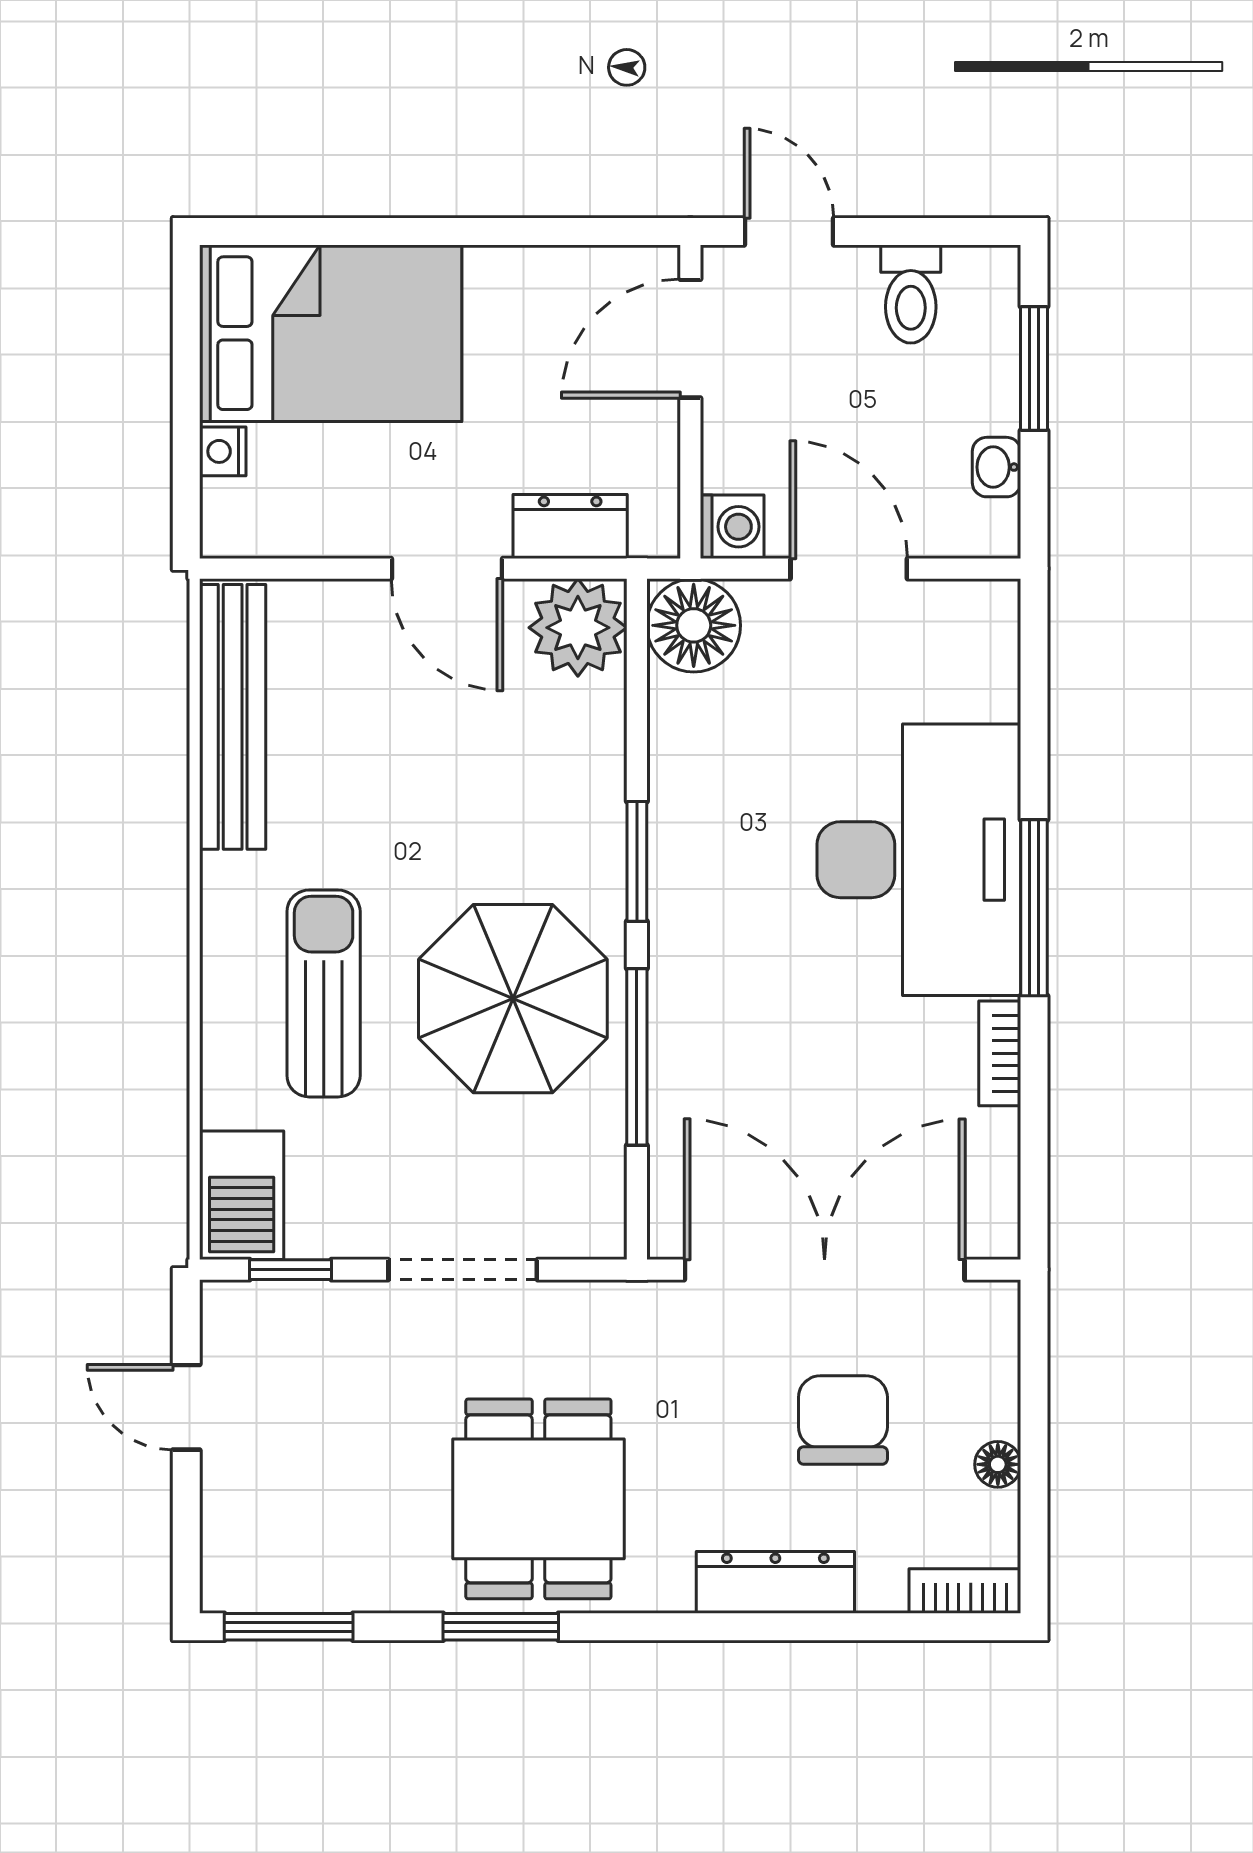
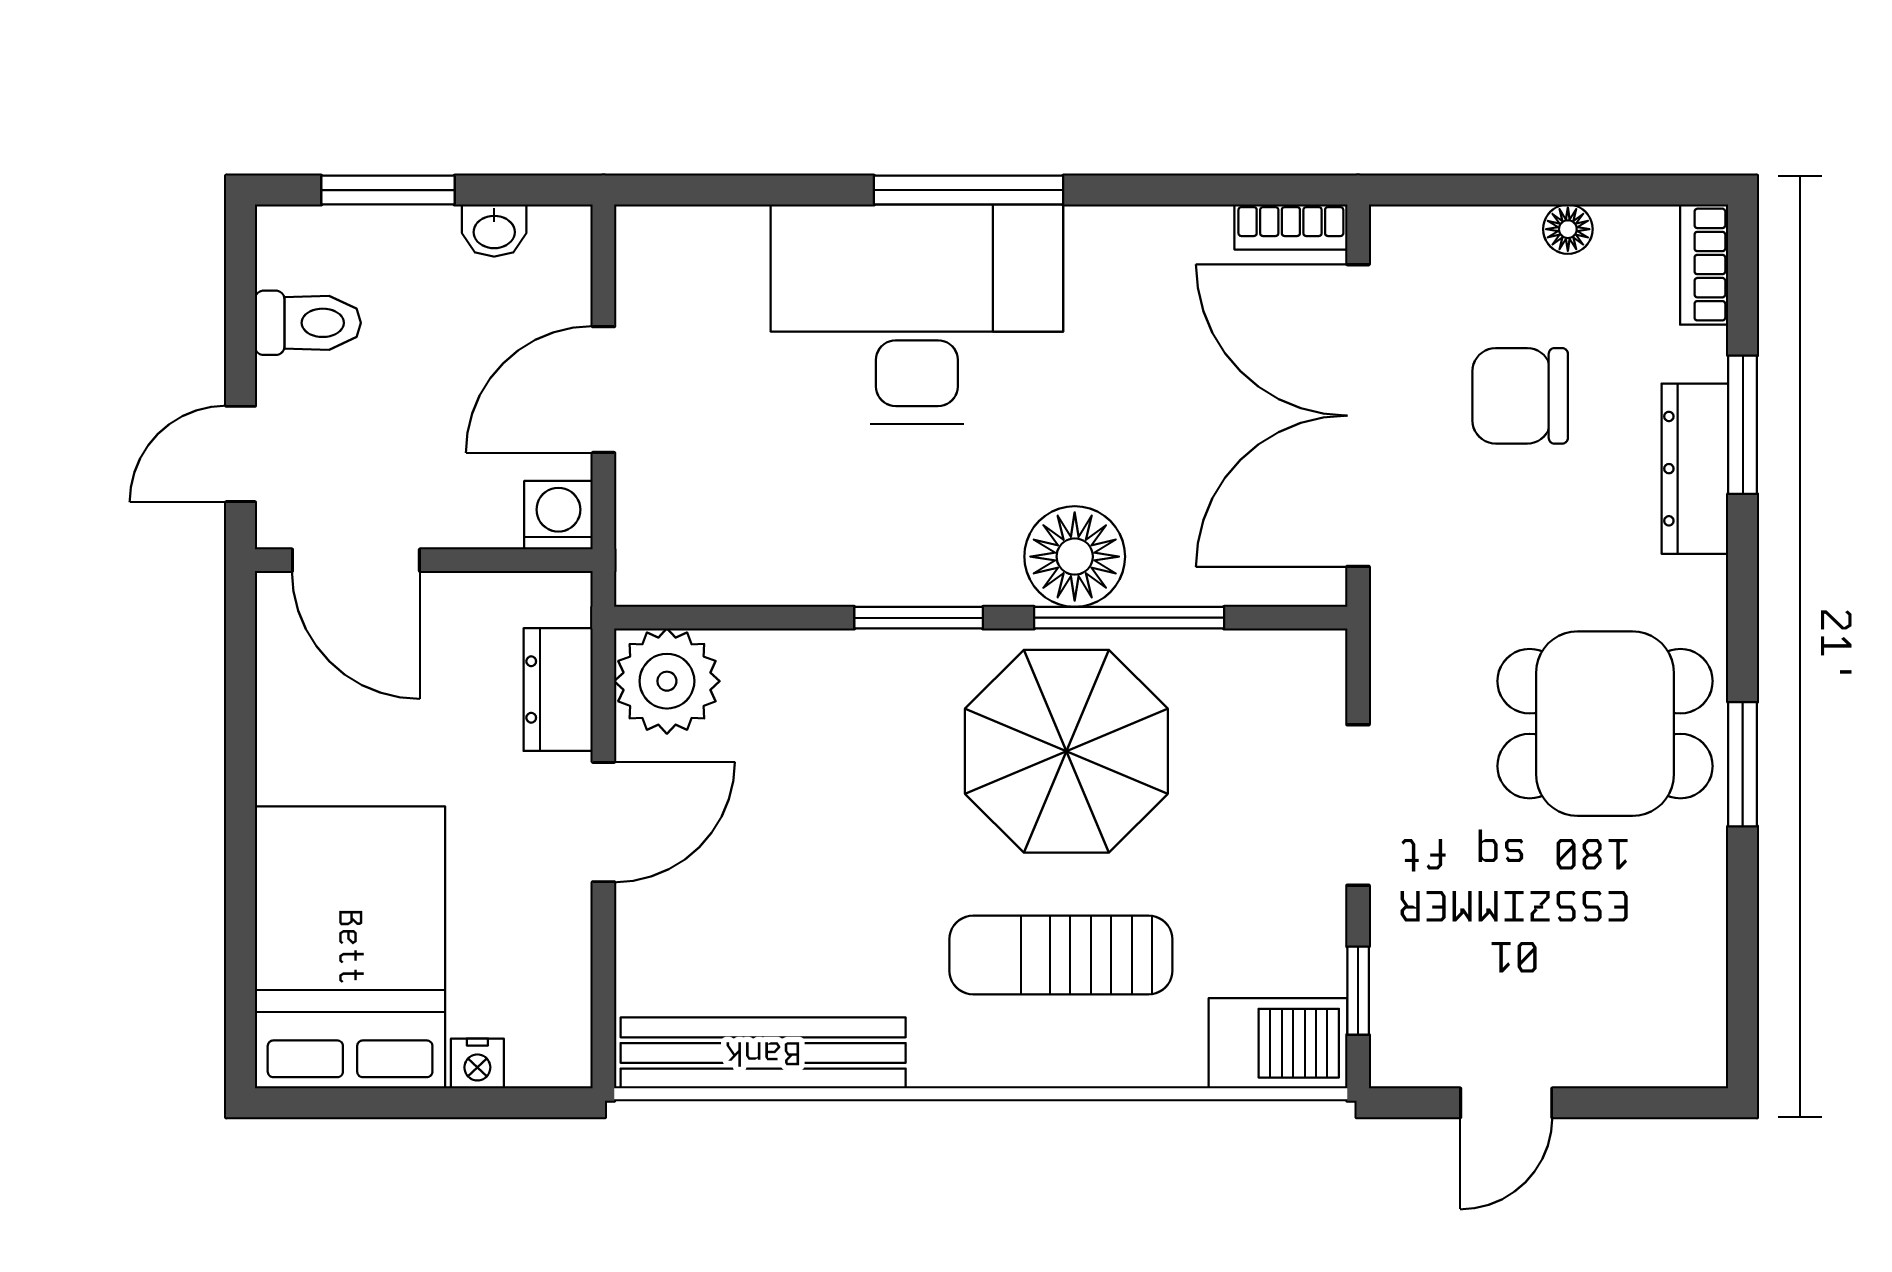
floor lamp: (694, 625) -> (1075, 557), moved
bookcase: (1000, 1053) -> (1291, 227), moved
window: (289, 1627) -> (1743, 425), moved

